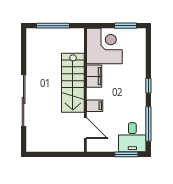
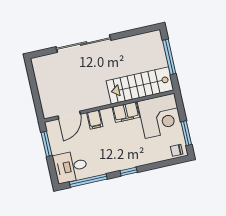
chair: (139, 38) -> (177, 150), added
stairs: (73, 83) -> (140, 85), moved
window: (126, 154) -> (46, 144), moved

